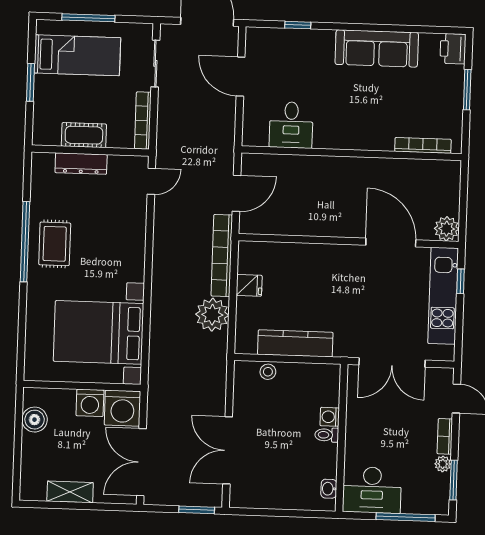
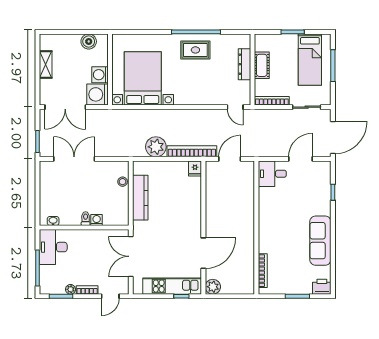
desk: (291, 125) -> (272, 174), moved
door: (237, 193) -> (230, 159), swing flipped
fridge: (249, 285) -> (195, 168), moved
double door: (141, 462) -> (65, 107), swing flipped

